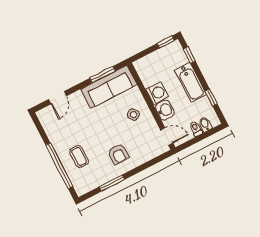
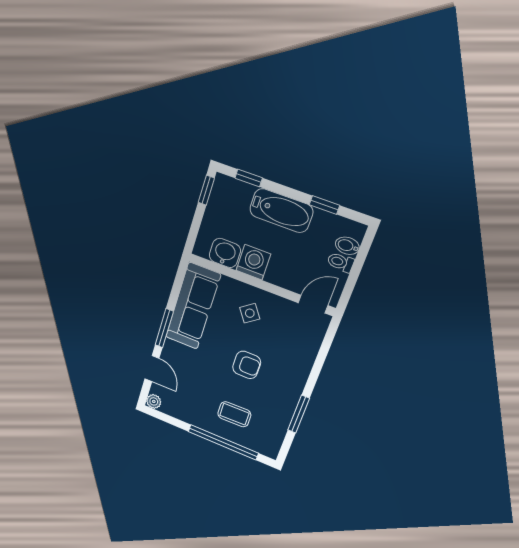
window: (102, 75) -> (164, 328), moved
washbasin: (165, 110) -> (225, 253), moved
plant: (42, 115) -> (154, 401), added
armchair: (118, 154) -> (247, 365), moved

